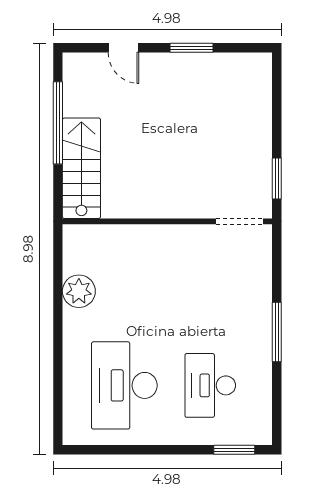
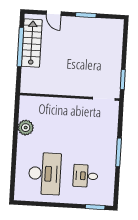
stairs: (81, 168) -> (32, 43), moved
desk: (124, 385) -> (45, 174), turned 180
desk: (210, 385) -> (85, 176), width x0.73

